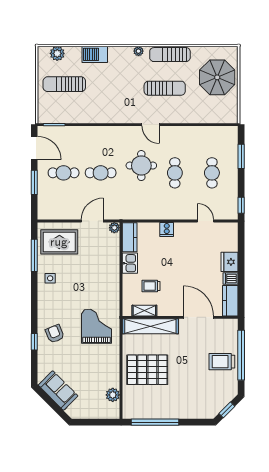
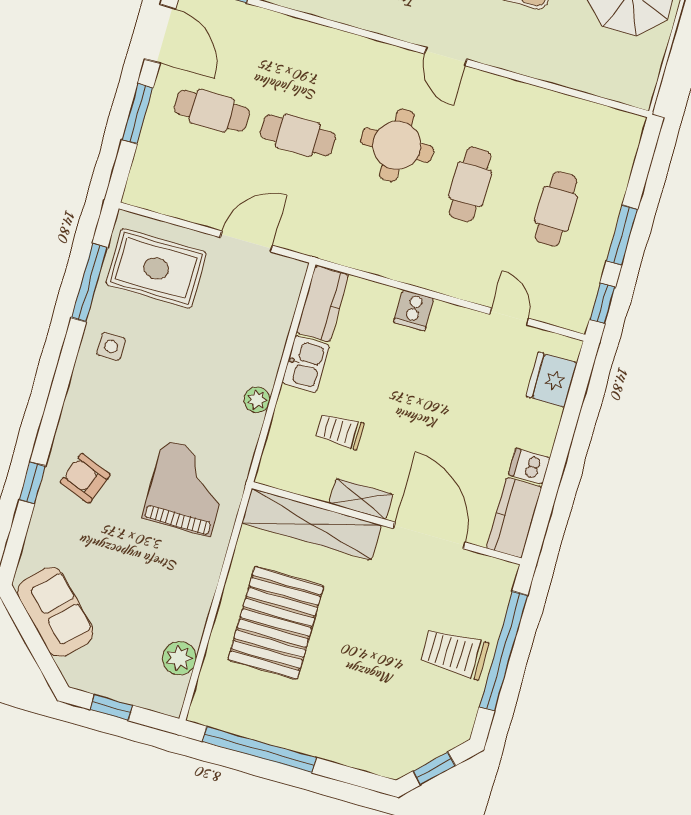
window: (241, 156) -> (622, 235), moved
plant: (114, 228) -> (257, 400), moved
fridge: (230, 262) -> (552, 380), moved
shelving: (144, 311) -> (361, 499), moved
armchair: (55, 334) -> (85, 478), turned -47
pallet: (147, 370) -> (276, 623), turned 90
window: (91, 422) -> (111, 707), added

